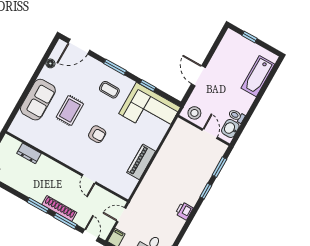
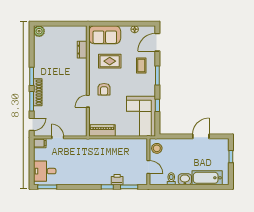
door: (79, 47) -> (157, 42), hinge flipped
door: (198, 76) -> (201, 136), moved
coffee table: (109, 90) -> (141, 65), moved
washbasin: (230, 128) -> (185, 179), moved
door: (210, 134) -> (148, 167), hinge flipped
dresser: (29, 153) -> (82, 50), moved
wall: (67, 166) -> (88, 81), moved
door: (89, 179) -> (88, 101), moved
printer: (184, 211) -> (117, 180), moved

